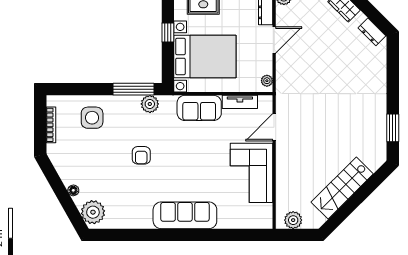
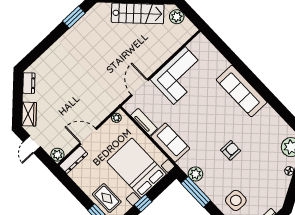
door: (274, 127) -> (140, 87), swing flipped
plant: (293, 220) -> (177, 17), moved

